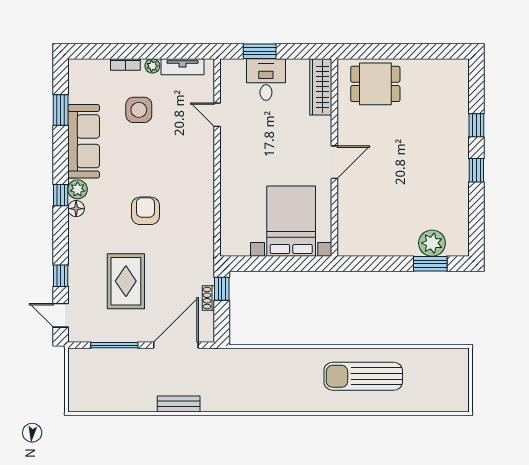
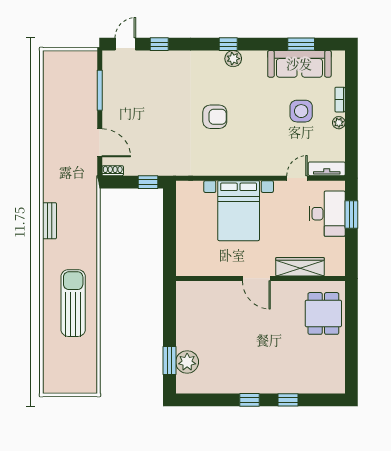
tv unit: (183, 67) -> (327, 169), moved, turned 90
desk: (266, 79) -> (327, 214), width x1.37
wardrobe: (321, 87) -> (300, 267), moved
sofa: (84, 141) -> (299, 64), moved
floor lamp: (76, 209) -> (217, 57), removed
bed with nightstands: (291, 221) -> (239, 211), moved, turned 90
rug: (126, 281) -> (155, 100), removed
shoe rack: (208, 298) -> (113, 171), moved
door: (176, 345) -> (100, 143), width x0.73
bench: (179, 404) -> (49, 221), moved

